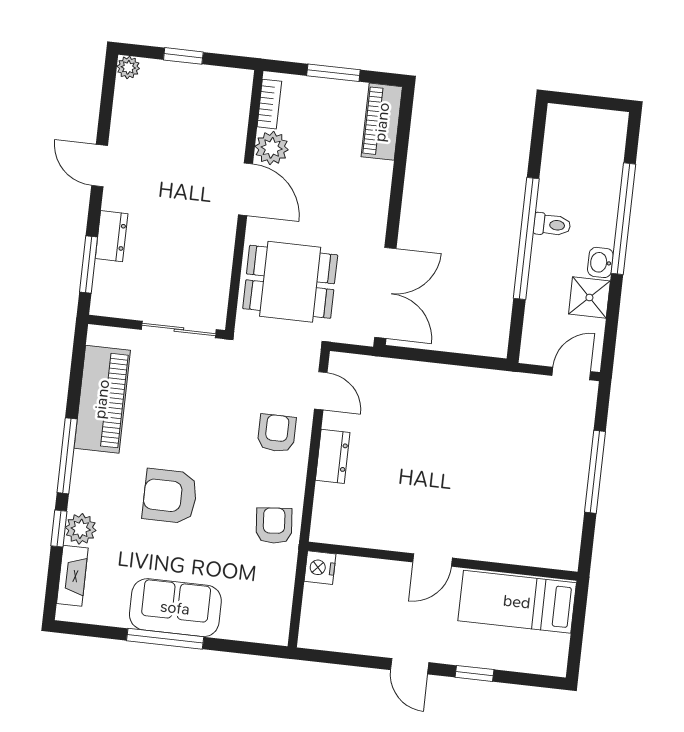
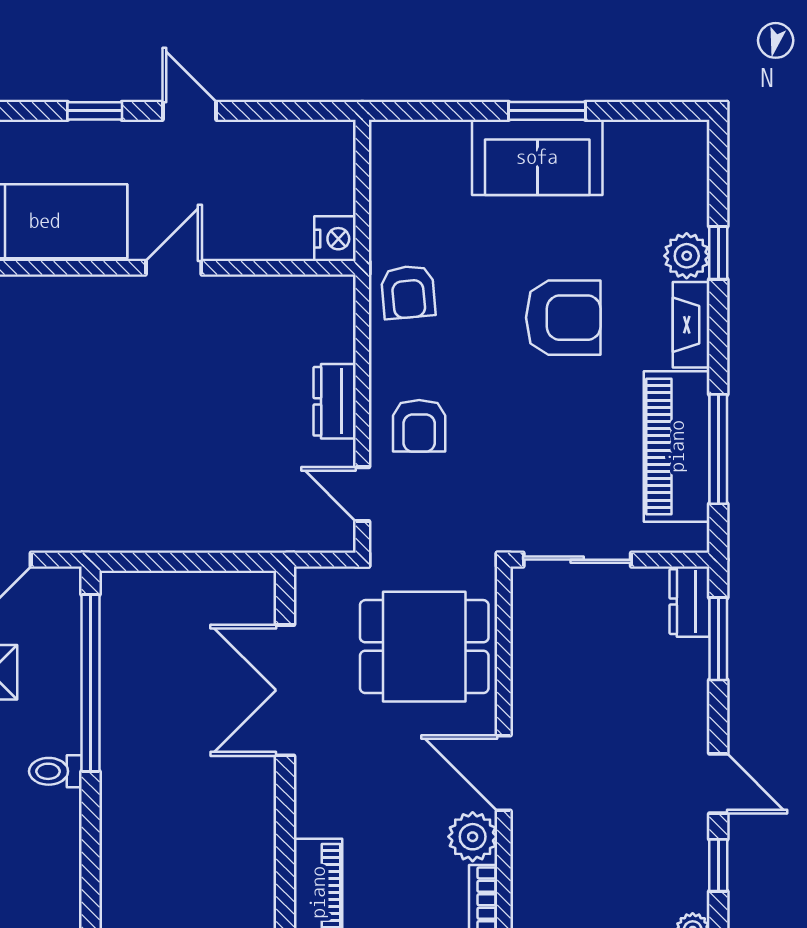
window: (106, 110) -> (718, 865), added
dresser: (112, 236) -> (690, 602), moved
window: (526, 239) -> (90, 683), moved
double door: (385, 293) -> (285, 690), moved
window: (67, 456) -> (718, 449), moved
fireplace: (72, 576) -> (691, 325), moved
window: (165, 639) -> (547, 111), width x0.69

